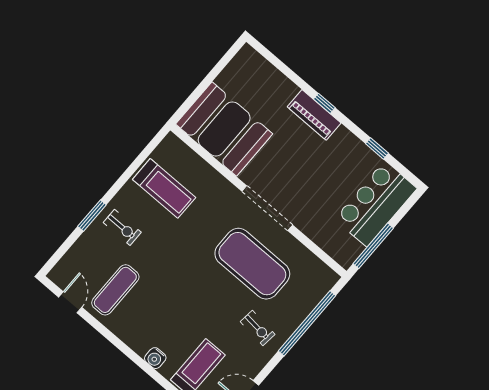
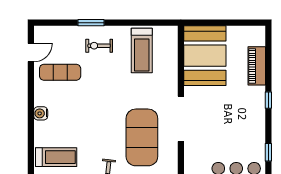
piano: (314, 115) -> (257, 66), moved
exercise bike: (122, 227) -> (99, 46), turned 90
water cooler: (155, 358) -> (41, 113), moved

